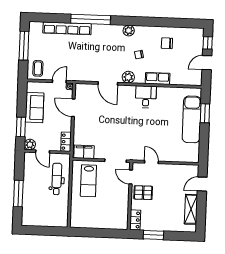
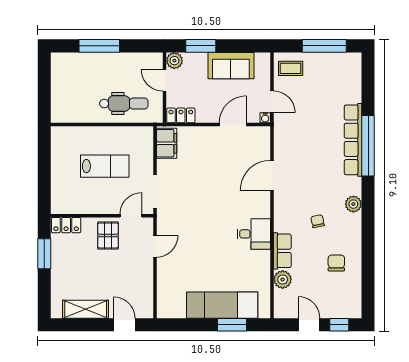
row of seats: (67, 28) -> (353, 140), moved
plant: (128, 77) -> (283, 279), moved
door: (43, 152) -> (165, 80), hinge flipped
lab bench: (88, 181) -> (105, 166), moved, turned 180

